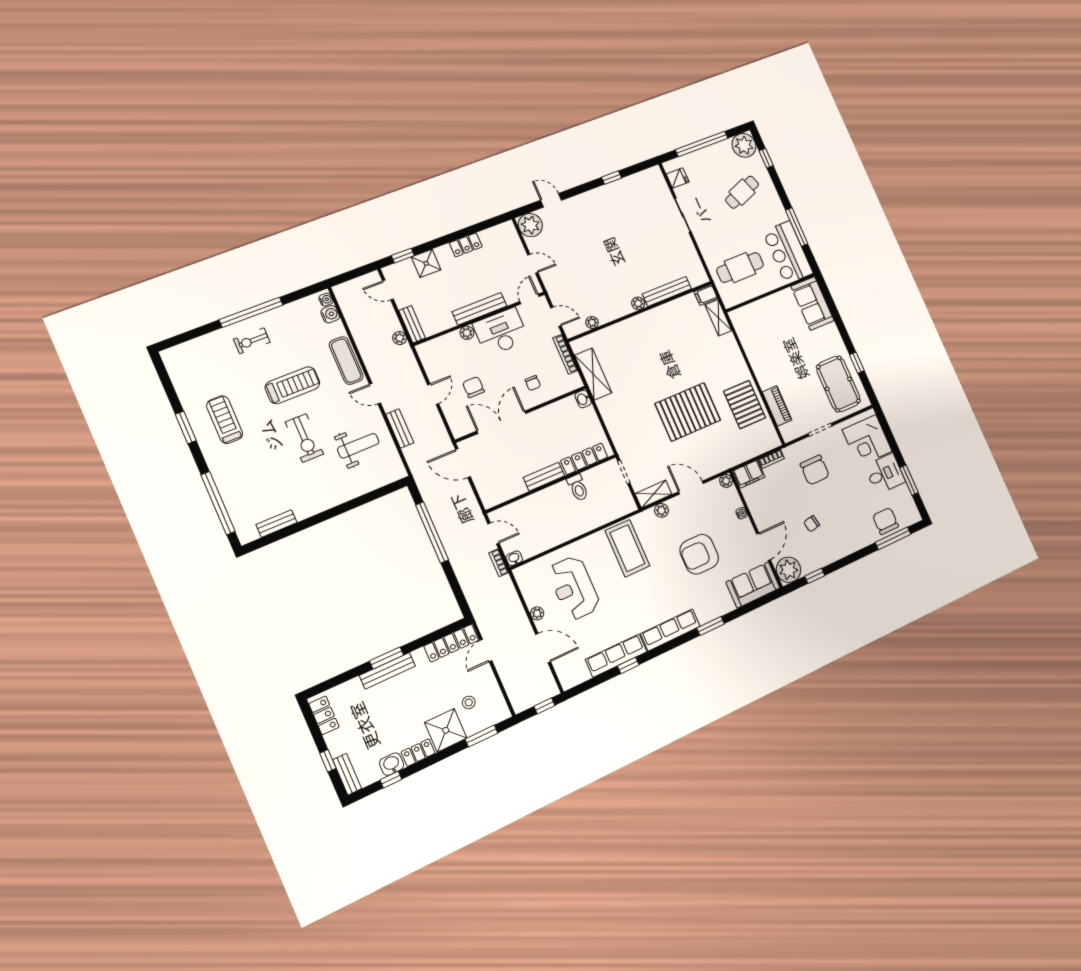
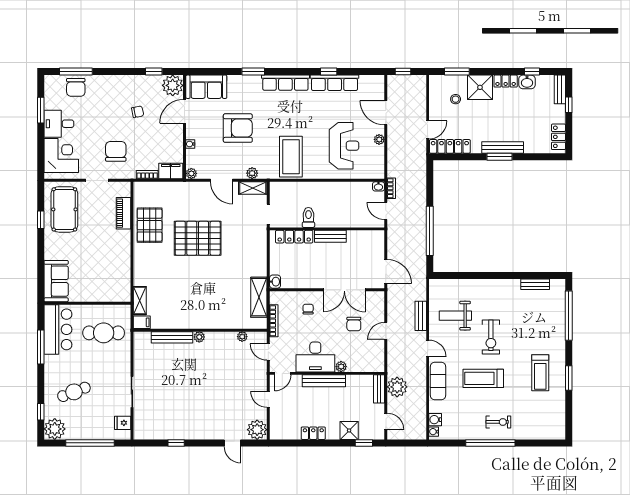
plant: (400, 338) -> (397, 387), width x1.87, depth x1.87
exercise bike: (304, 438) -> (491, 337), turned 180

